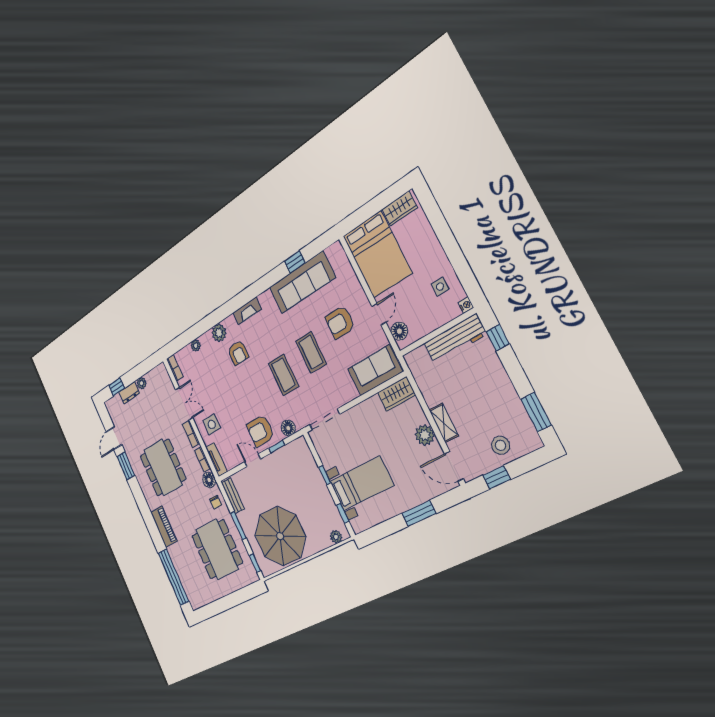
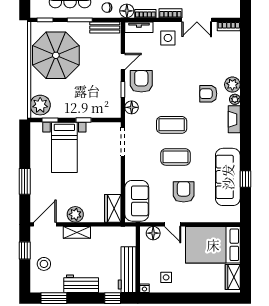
plant: (196, 346) -> (235, 99), moved
workbench: (501, 387) -> (81, 284), added
plant: (336, 537) -> (40, 105), width x1.87, depth x1.87

